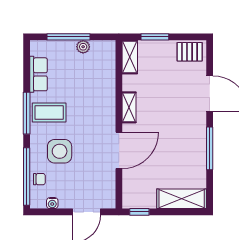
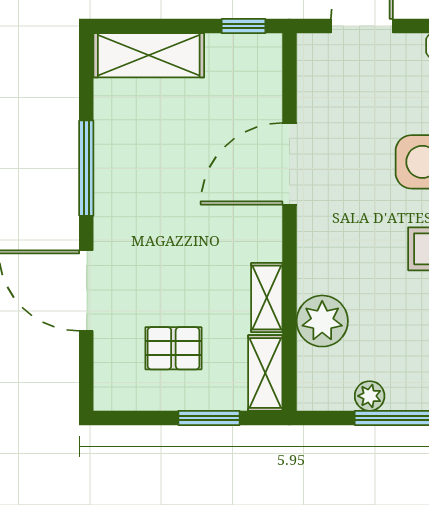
pallet: (190, 52) -> (173, 348), moved
plant: (104, 80) -> (322, 321), added
shelving: (129, 107) -> (267, 298), moved

